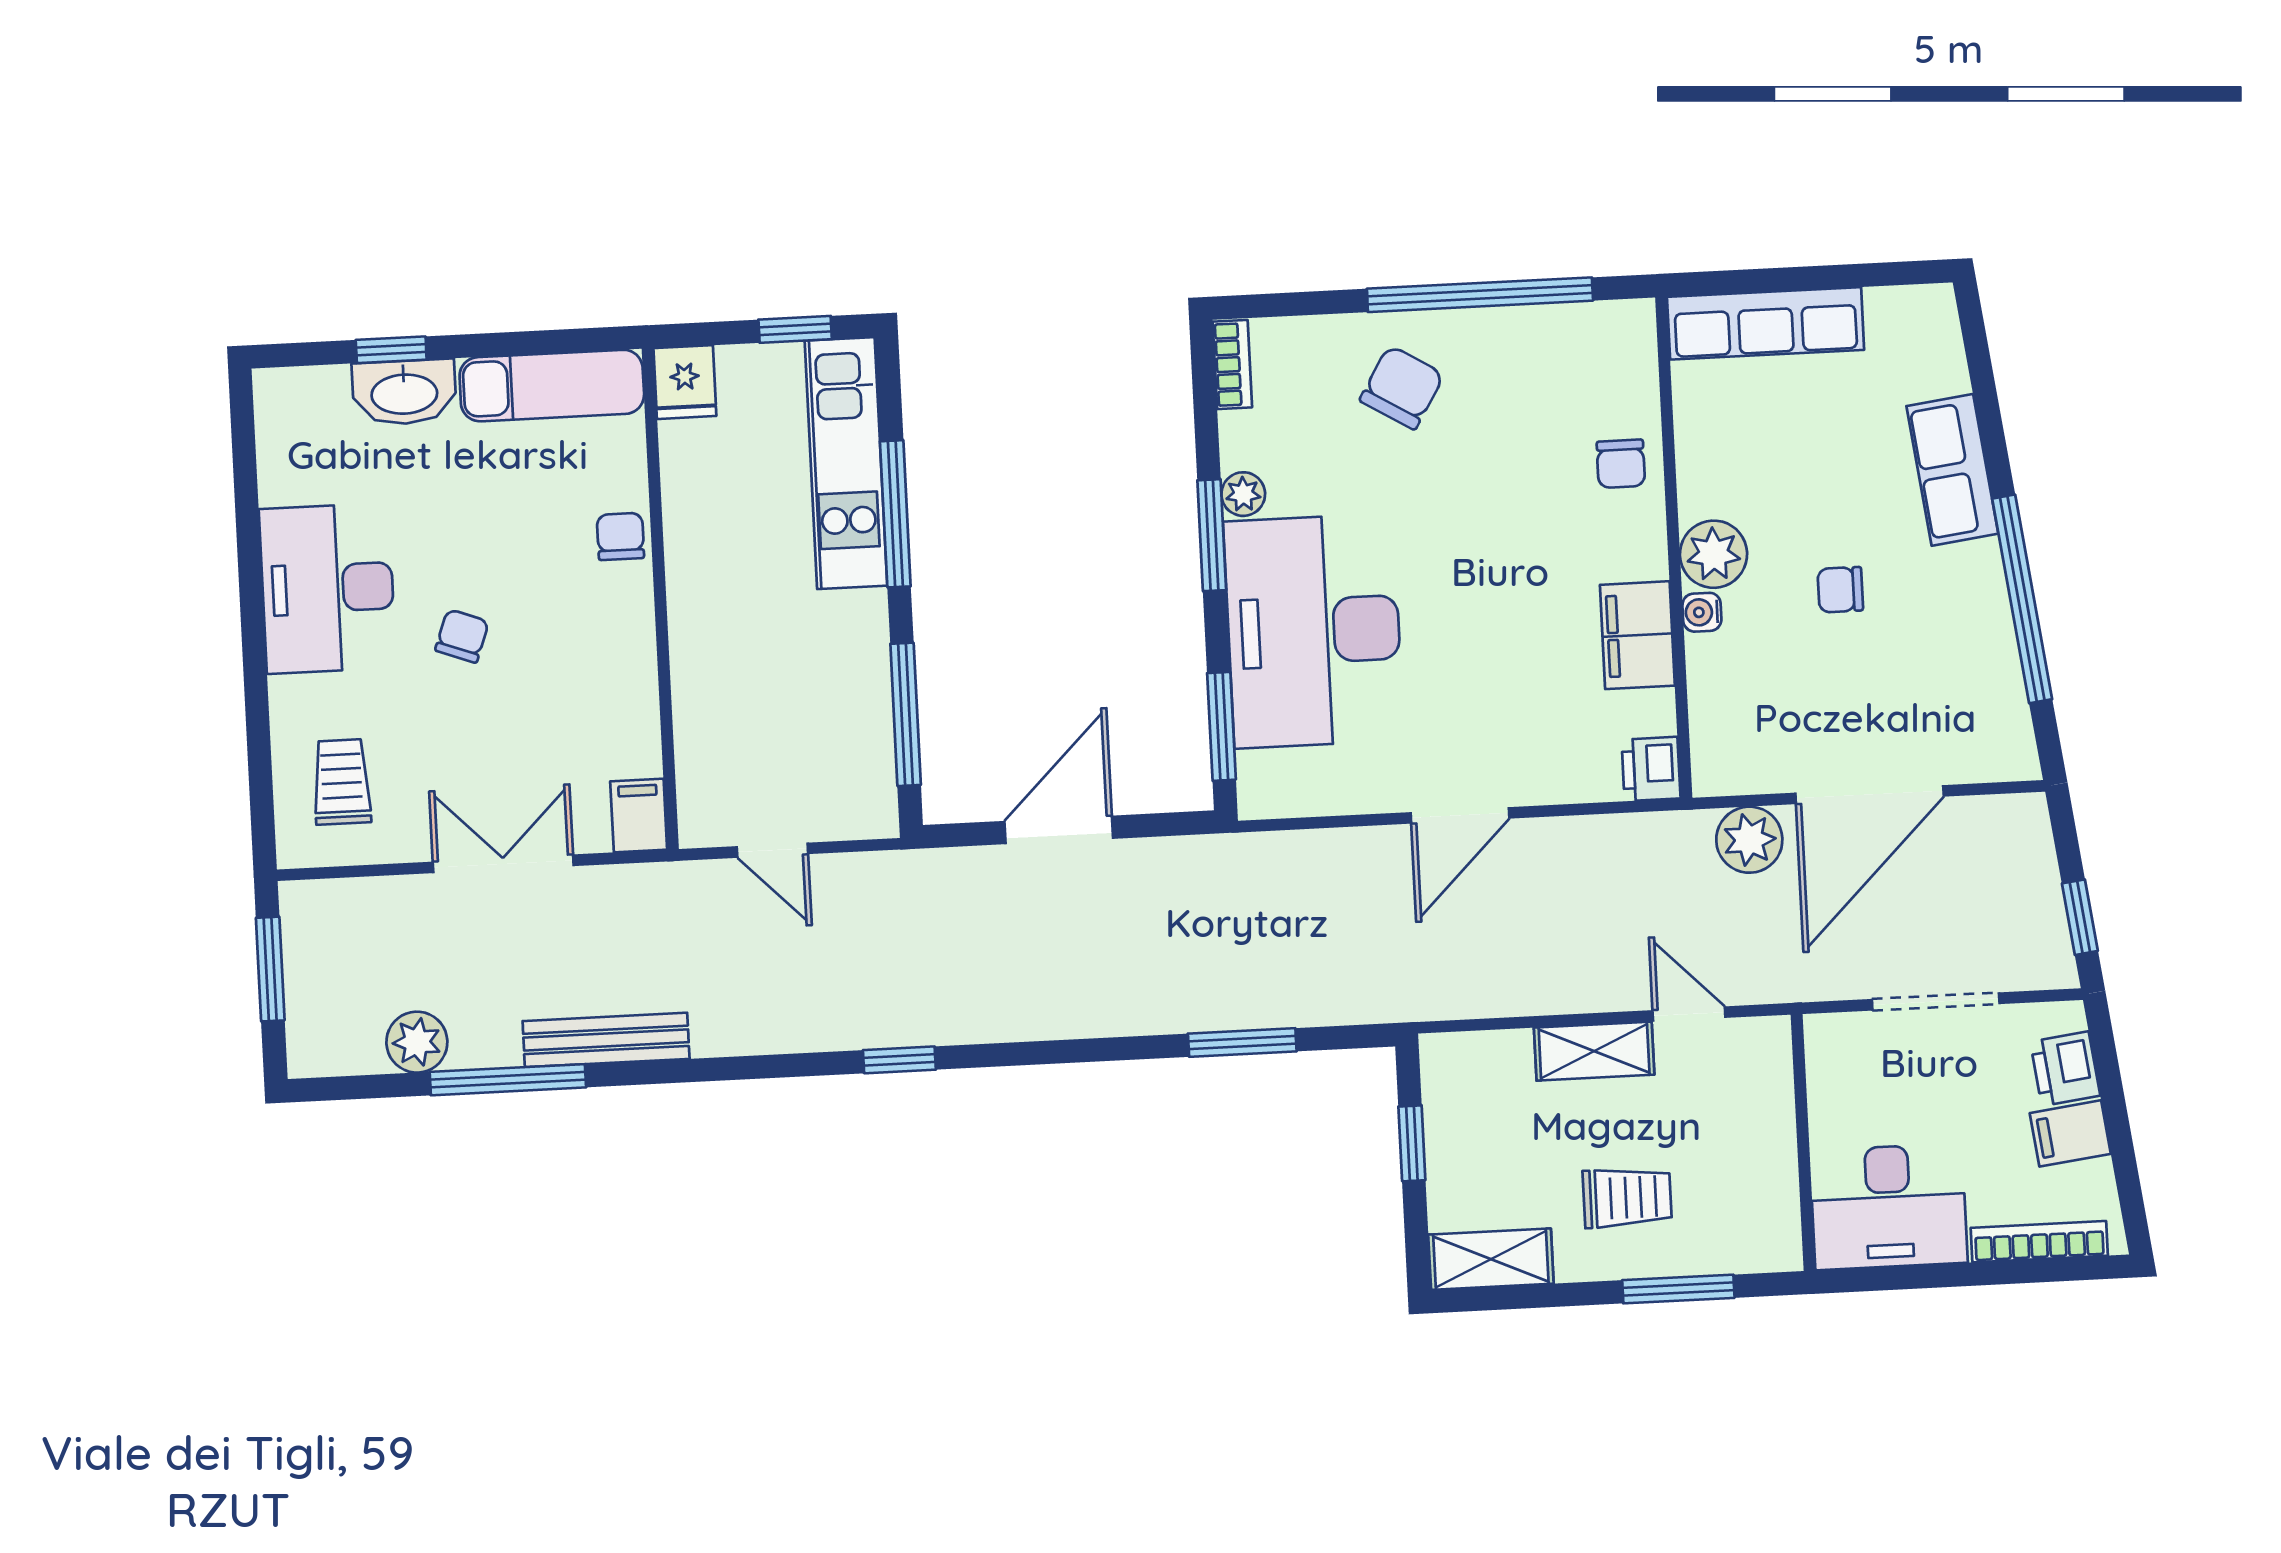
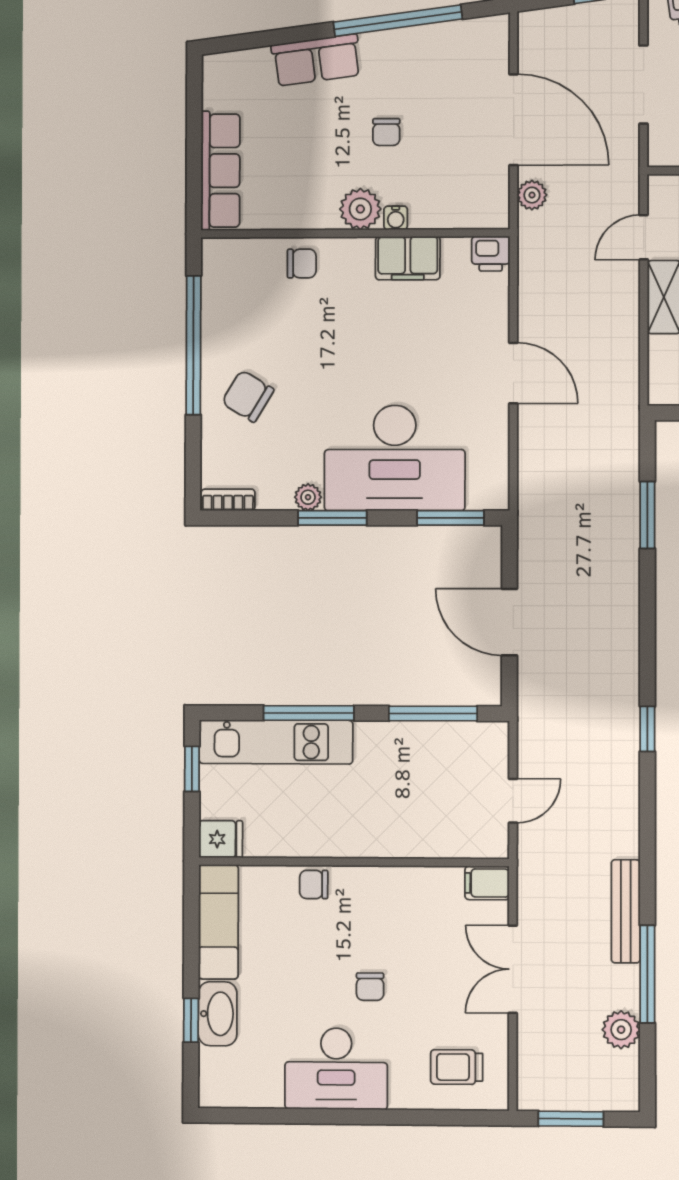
chair: (462, 636) -> (370, 987), turned -110
plant: (1749, 840) -> (532, 195), width x0.73, depth x0.73

